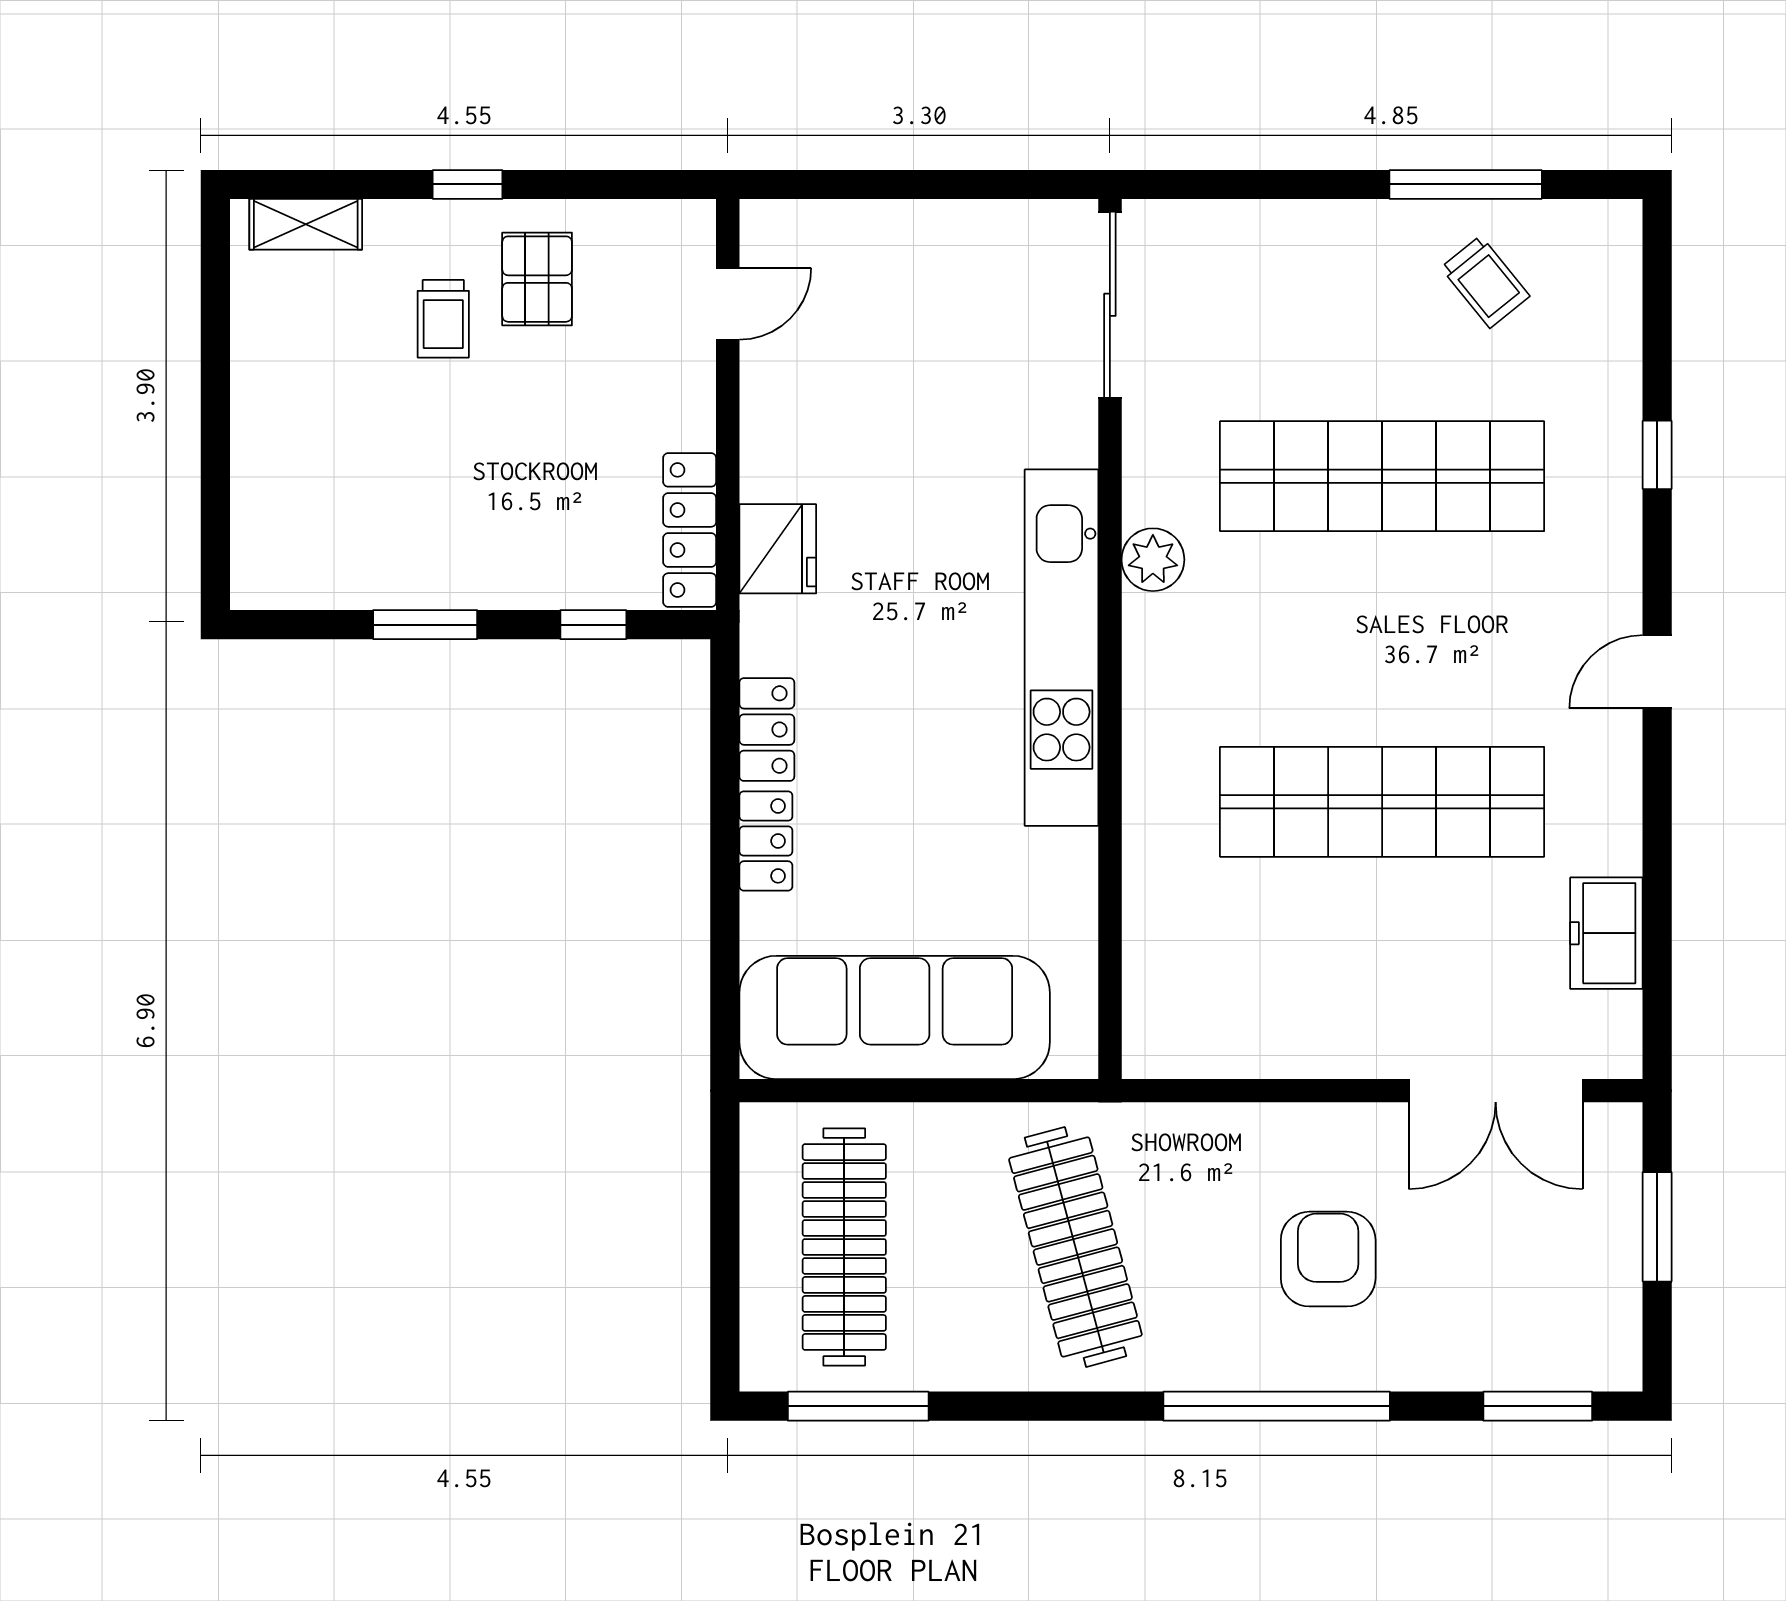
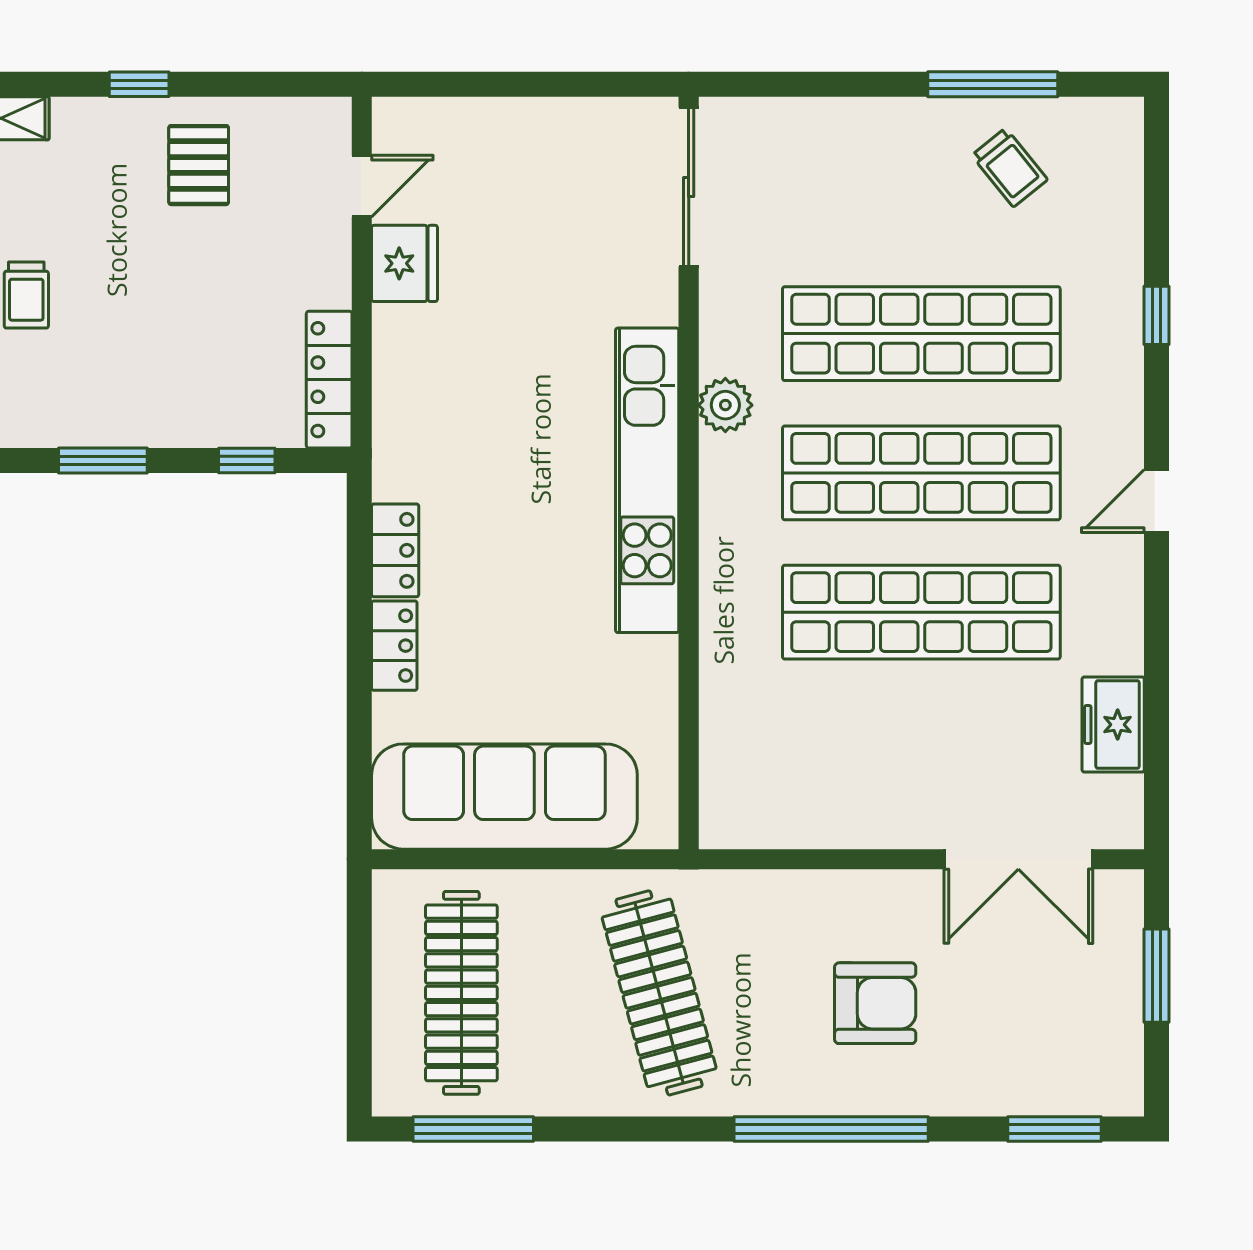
trolley: (443, 319) -> (26, 295), moved
fridge: (778, 549) -> (405, 263), moved
shop shelf: (1382, 639) -> (921, 473), added
armchair: (1328, 1259) -> (875, 1003), turned 90

